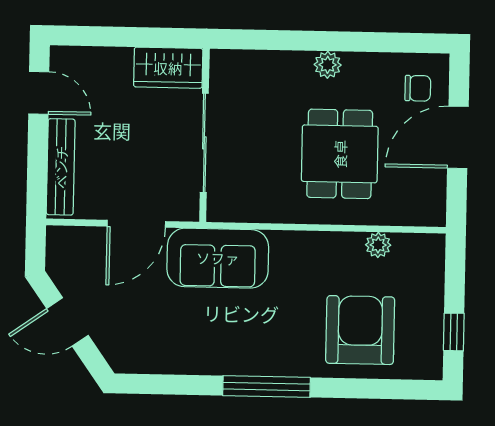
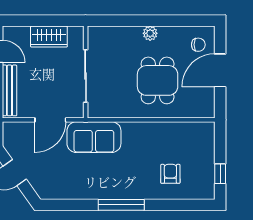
wardrobe: (168, 68) -> (49, 37), moved
plant: (378, 245) -> (179, 128), removed
armchair: (360, 330) -> (170, 174), width x0.53, depth x0.53

